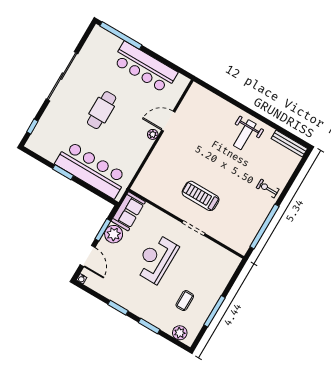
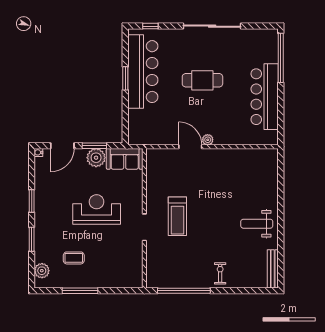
door: (168, 121) -> (190, 147), moved
bar counter: (91, 170) -> (143, 72), moved
treadmill: (201, 196) -> (177, 216), turned 180

